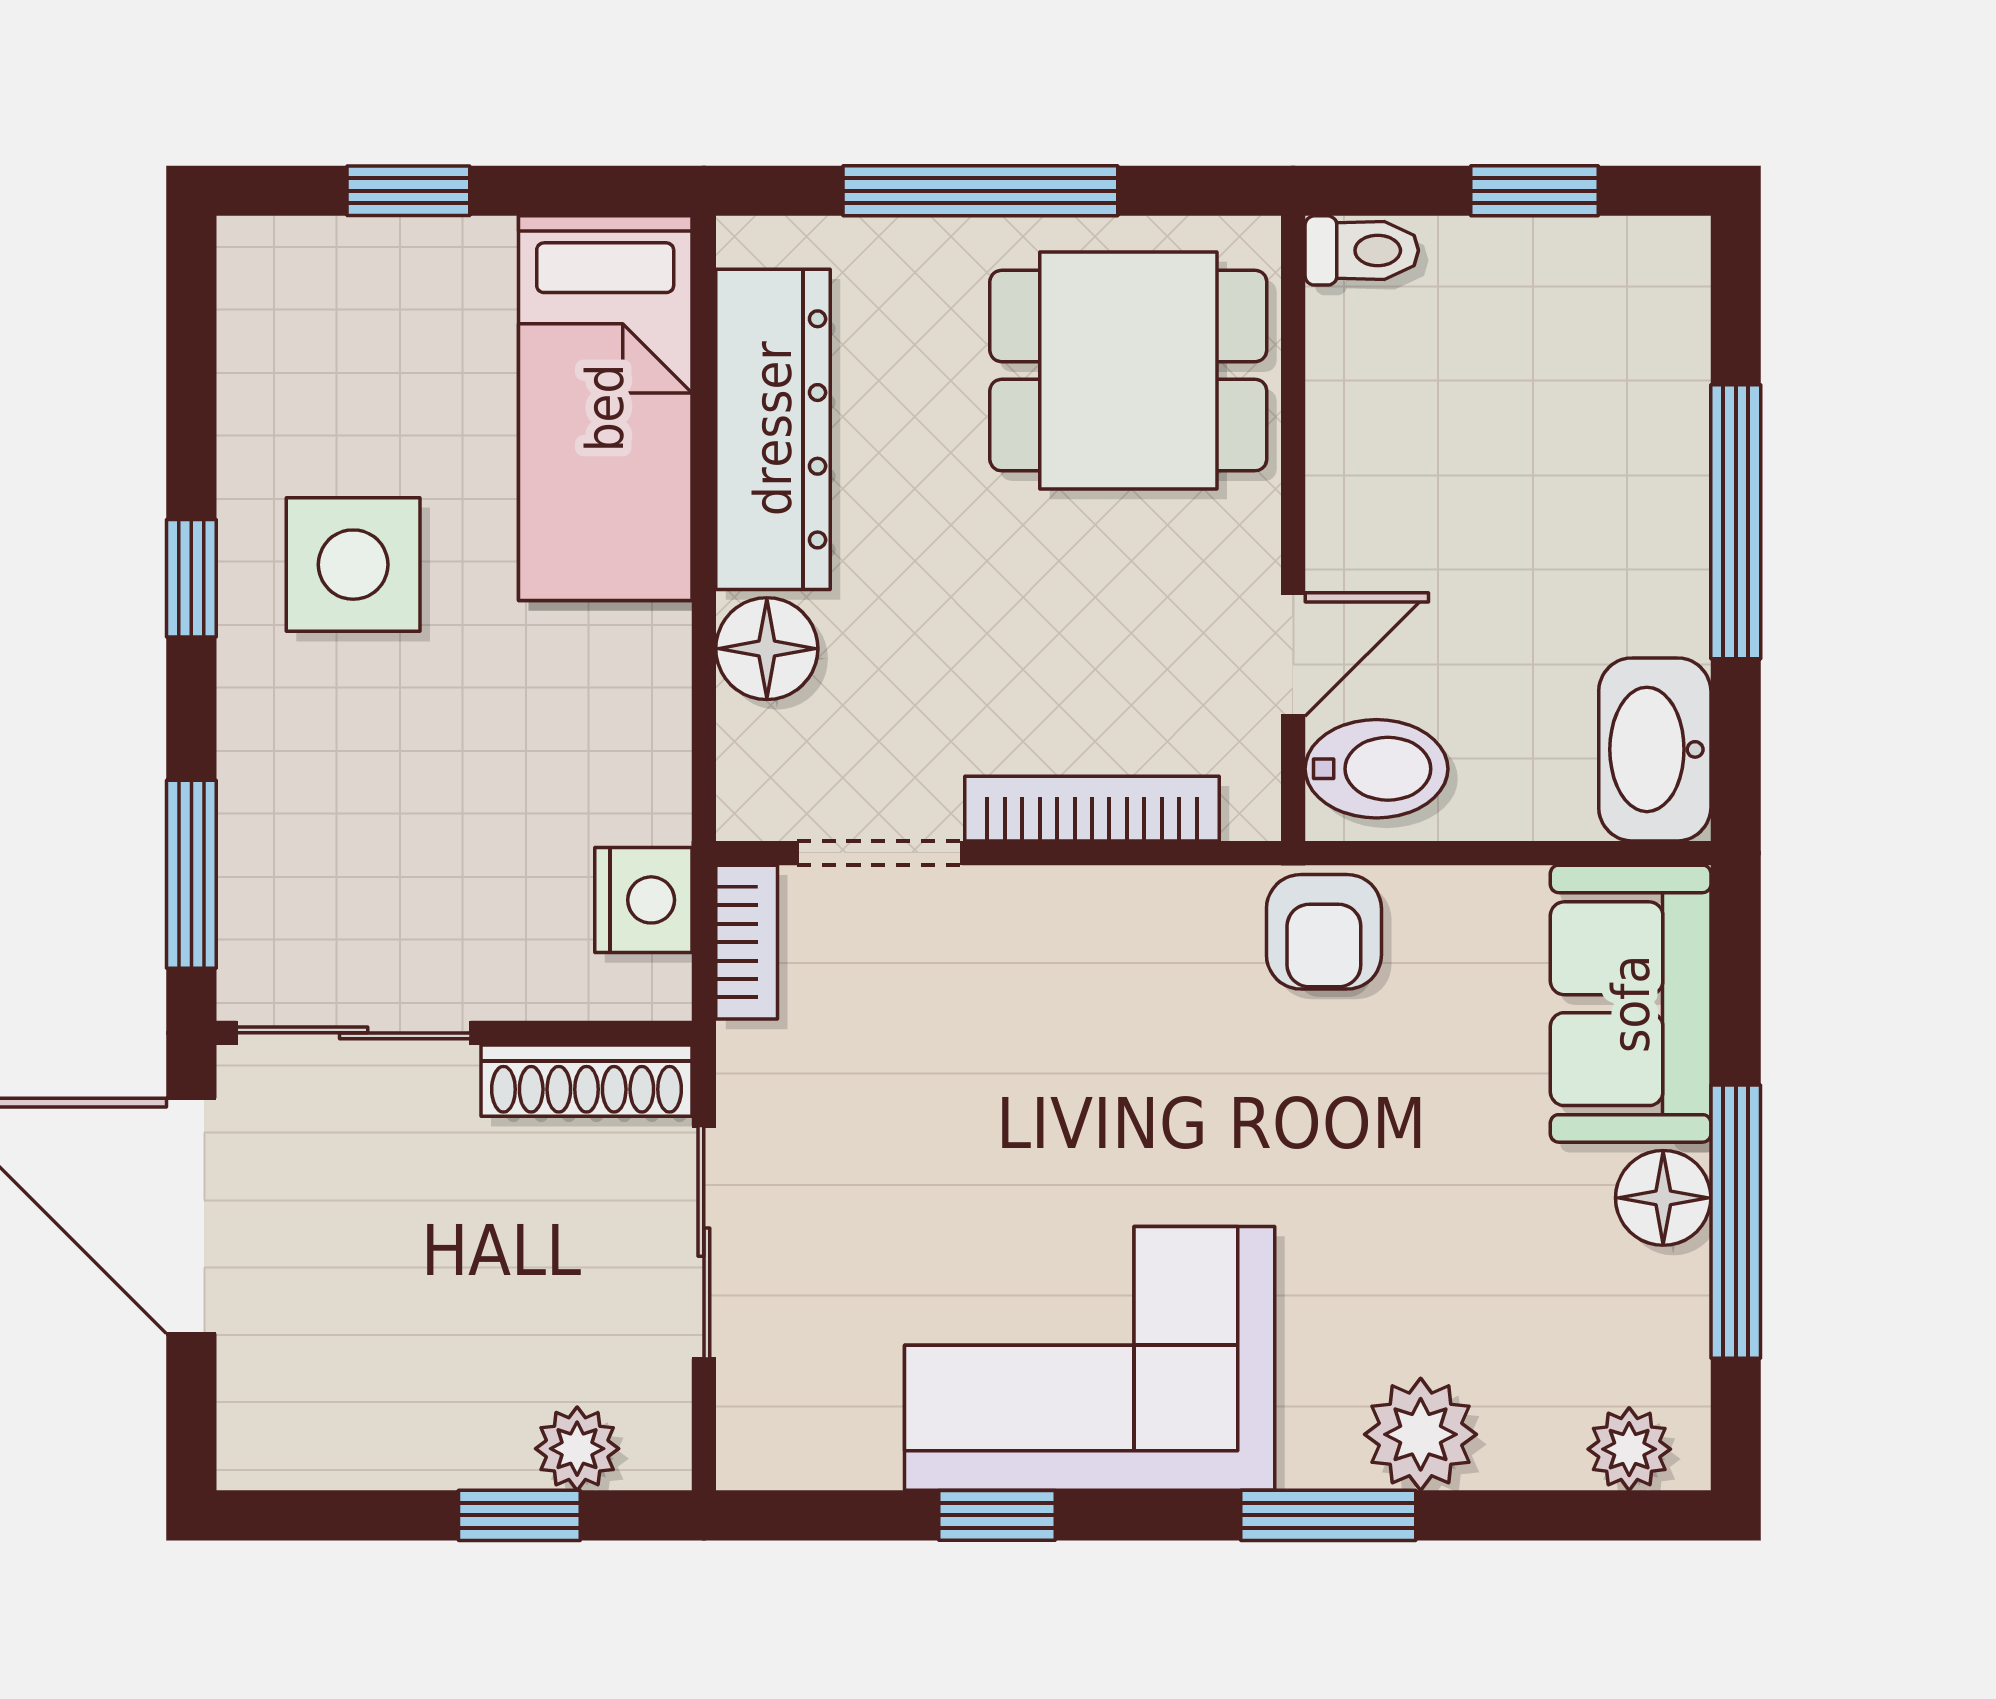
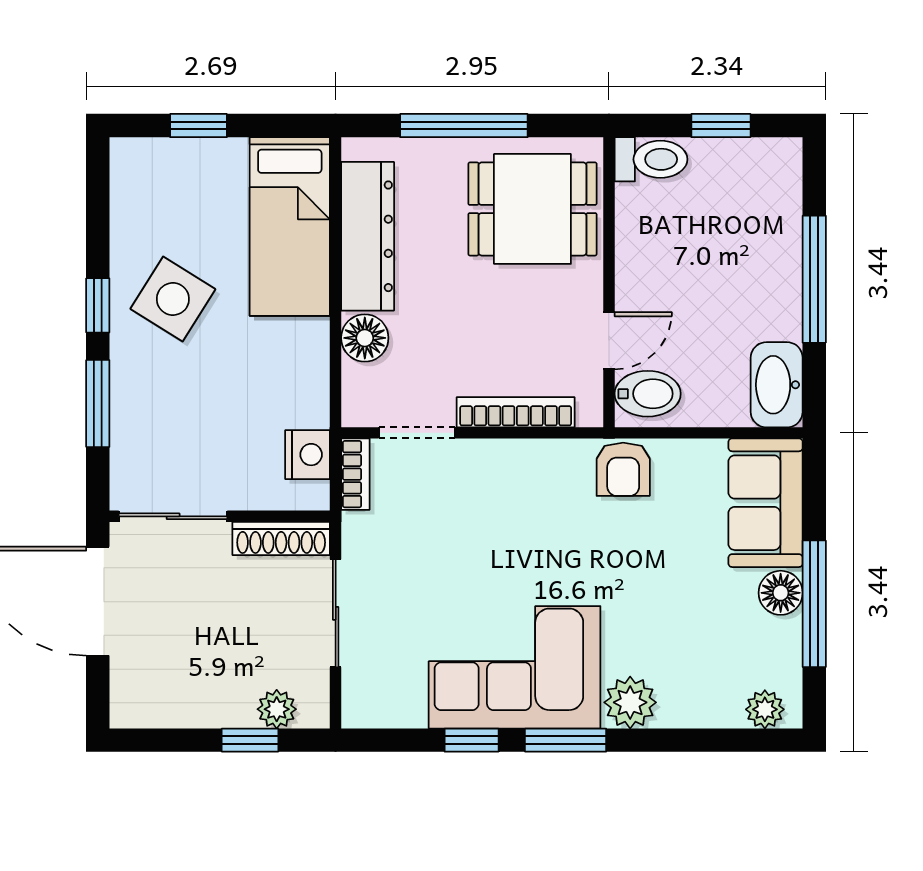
toilet: (1362, 250) -> (651, 159), width x1.37, depth x1.39
side table: (353, 565) -> (173, 299), turned 32
window: (191, 874) -> (98, 403), moved
plant: (1421, 1434) -> (630, 702), moved
window: (1328, 1515) -> (566, 740), moved

